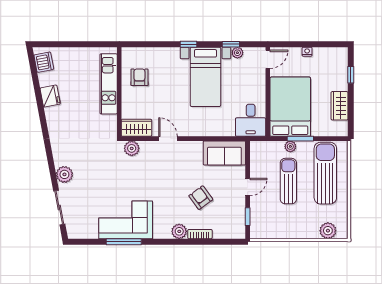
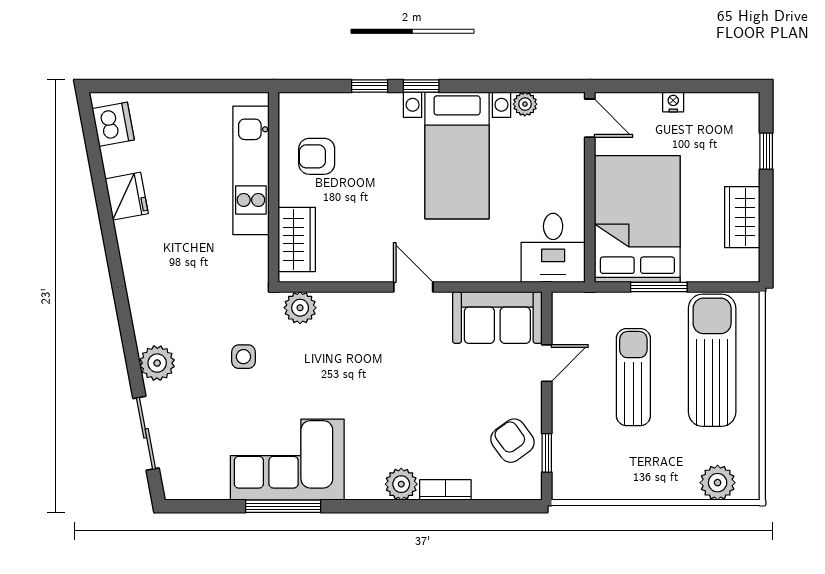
window: (231, 44) -> (370, 86), moved
door: (268, 59) -> (590, 118), hinge flipped
armchair: (139, 77) -> (317, 156), turned -90
wardrobe: (136, 128) -> (297, 240), moved, turned 90
door: (168, 139) -> (413, 287), moved
plant: (290, 146) -> (638, 303), removed
side table: (105, 171) -> (243, 357), added
door: (248, 187) -> (547, 363), moved
armchair: (201, 198) -> (512, 441), moved

